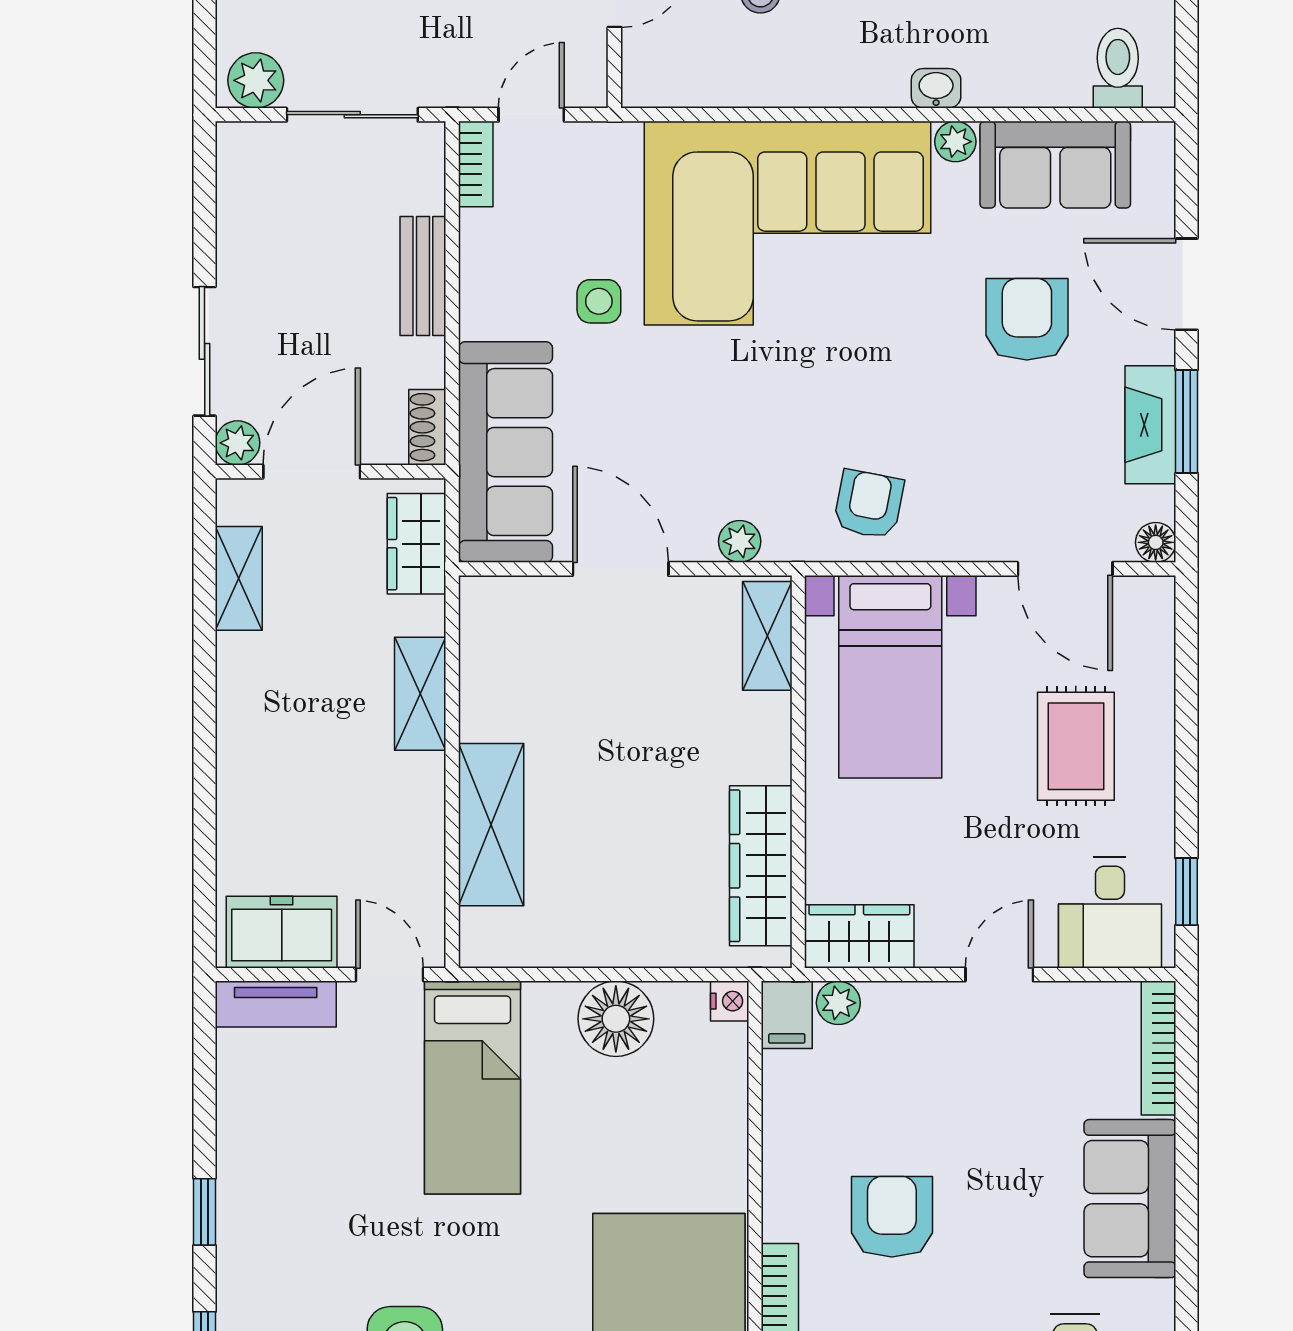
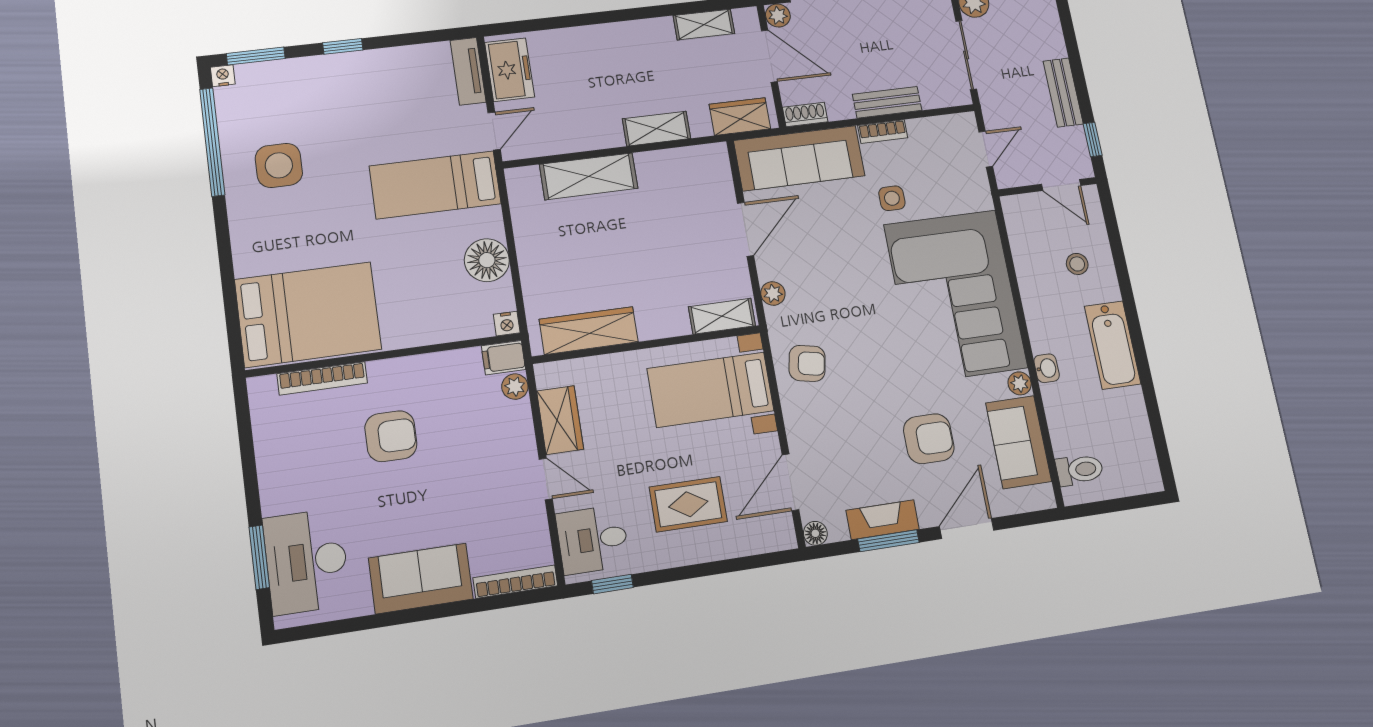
door: (531, 115) -> (986, 149), hinge flipped
bookcase: (476, 164) -> (883, 132), moved
wardrobe: (859, 936) -> (560, 420), moved

